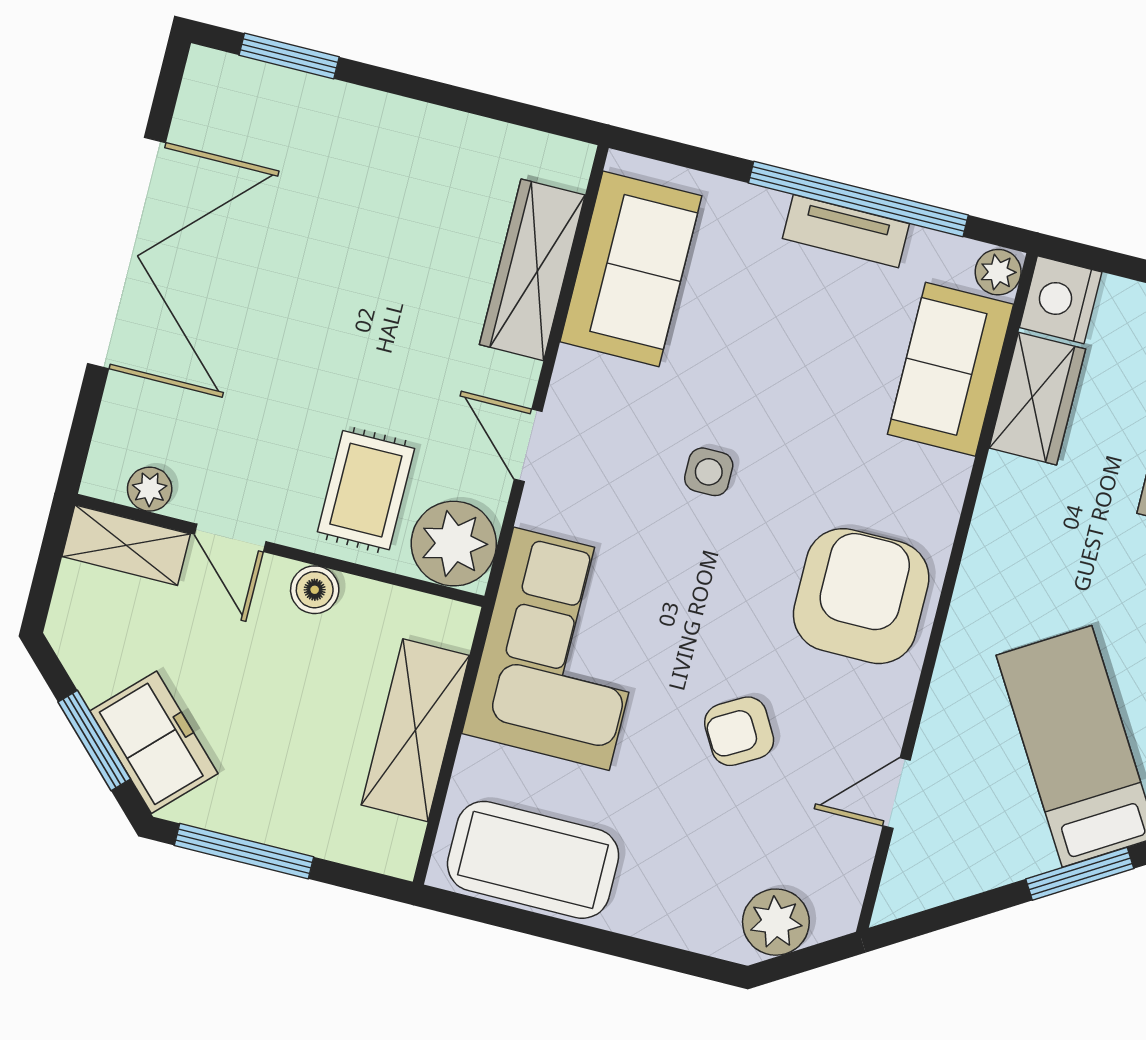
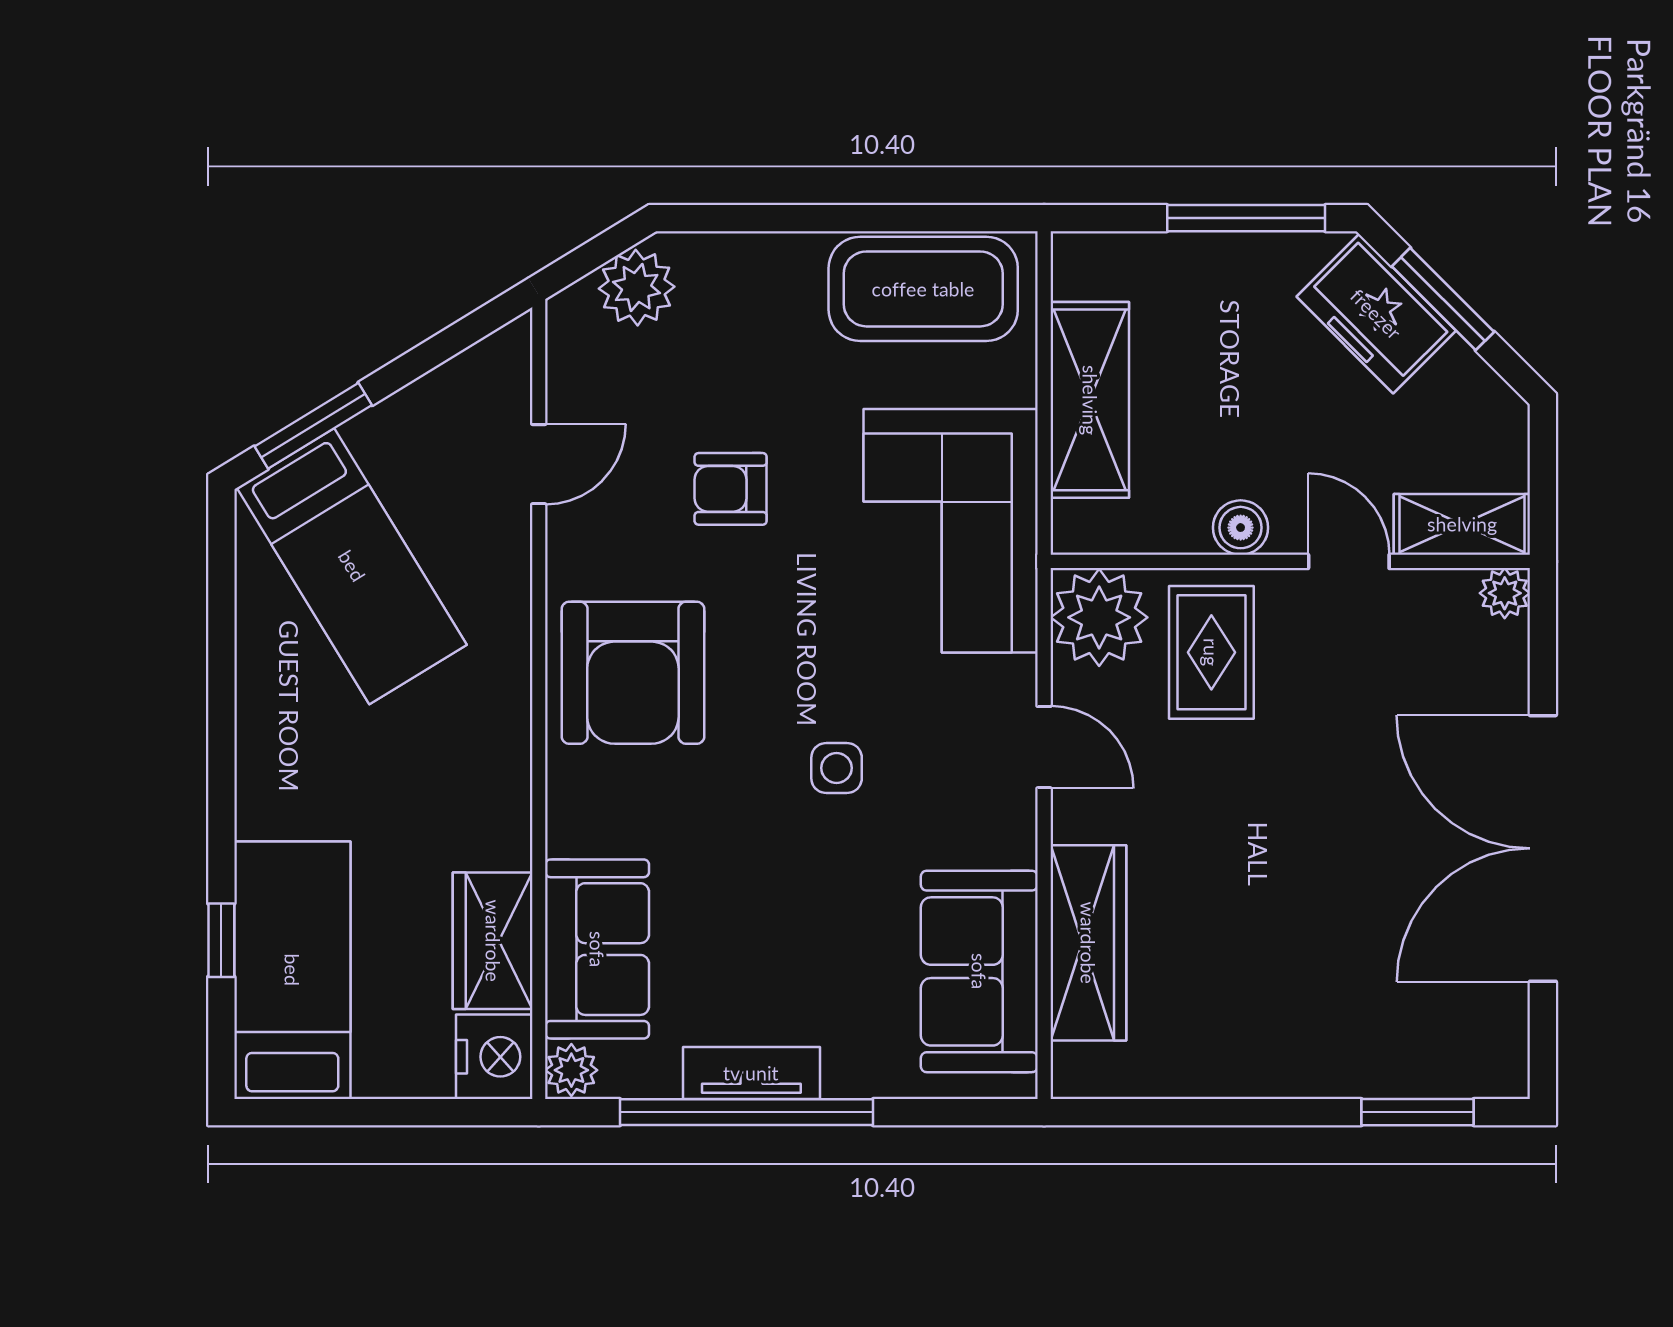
plant: (150, 489) -> (1505, 593), moved
armchair: (739, 731) -> (731, 489), turned -150

